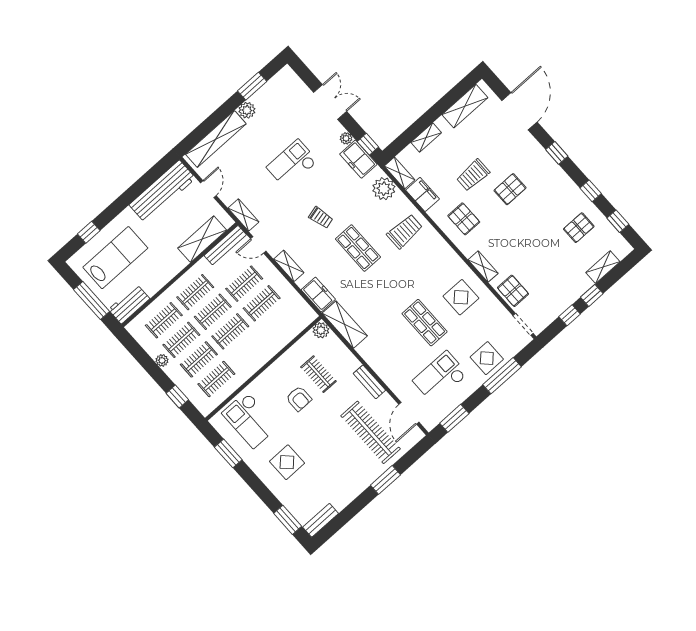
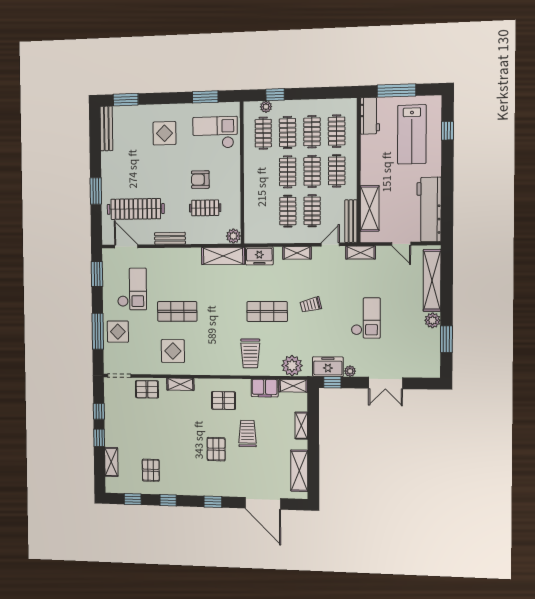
plant: (162, 360) -> (266, 107), moved
bench: (321, 520) -> (106, 128), width x1.36

